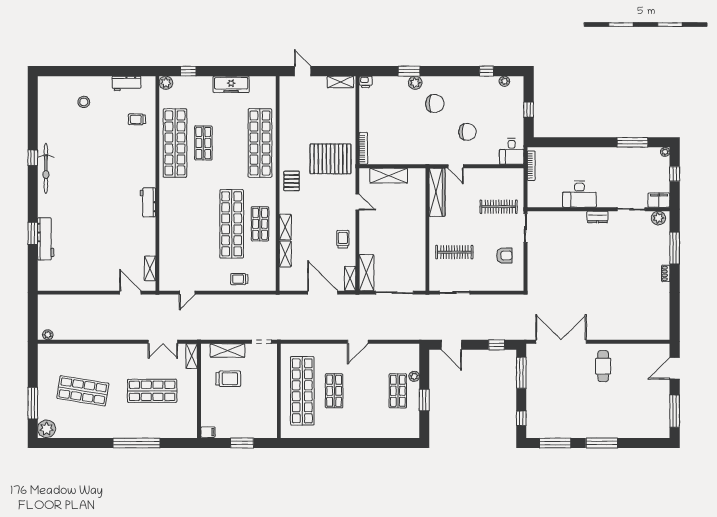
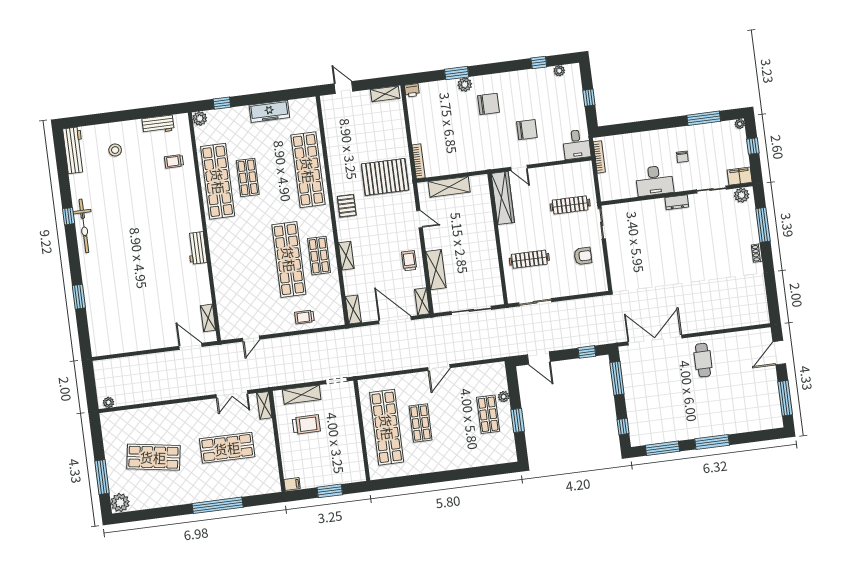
chair: (608, 175) -> (682, 157), added
workbench: (46, 239) -> (74, 150), moved
shelving: (285, 254) -> (353, 309), moved
shelving: (366, 273) -> (436, 270), moved

